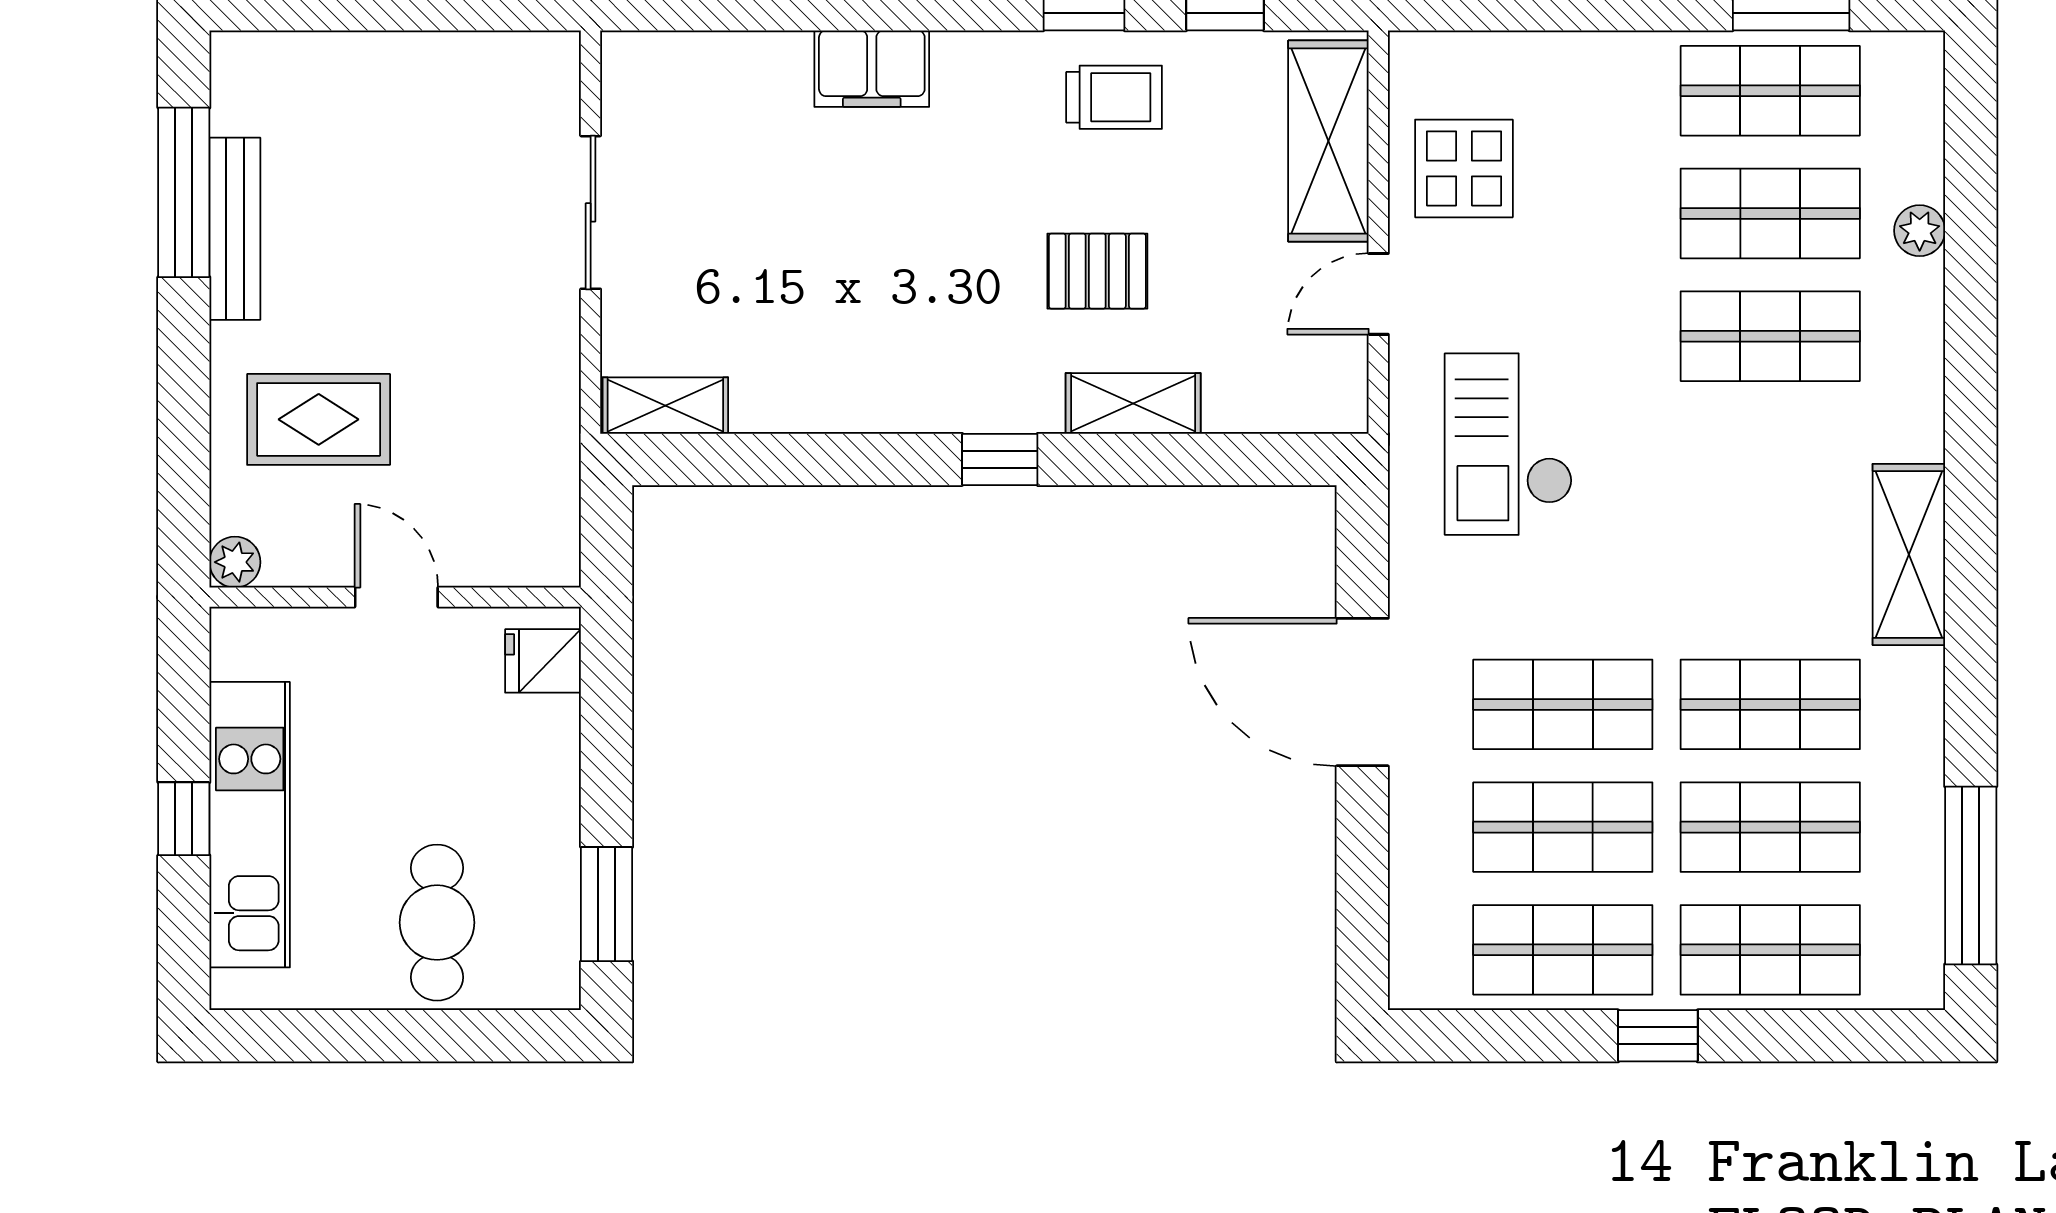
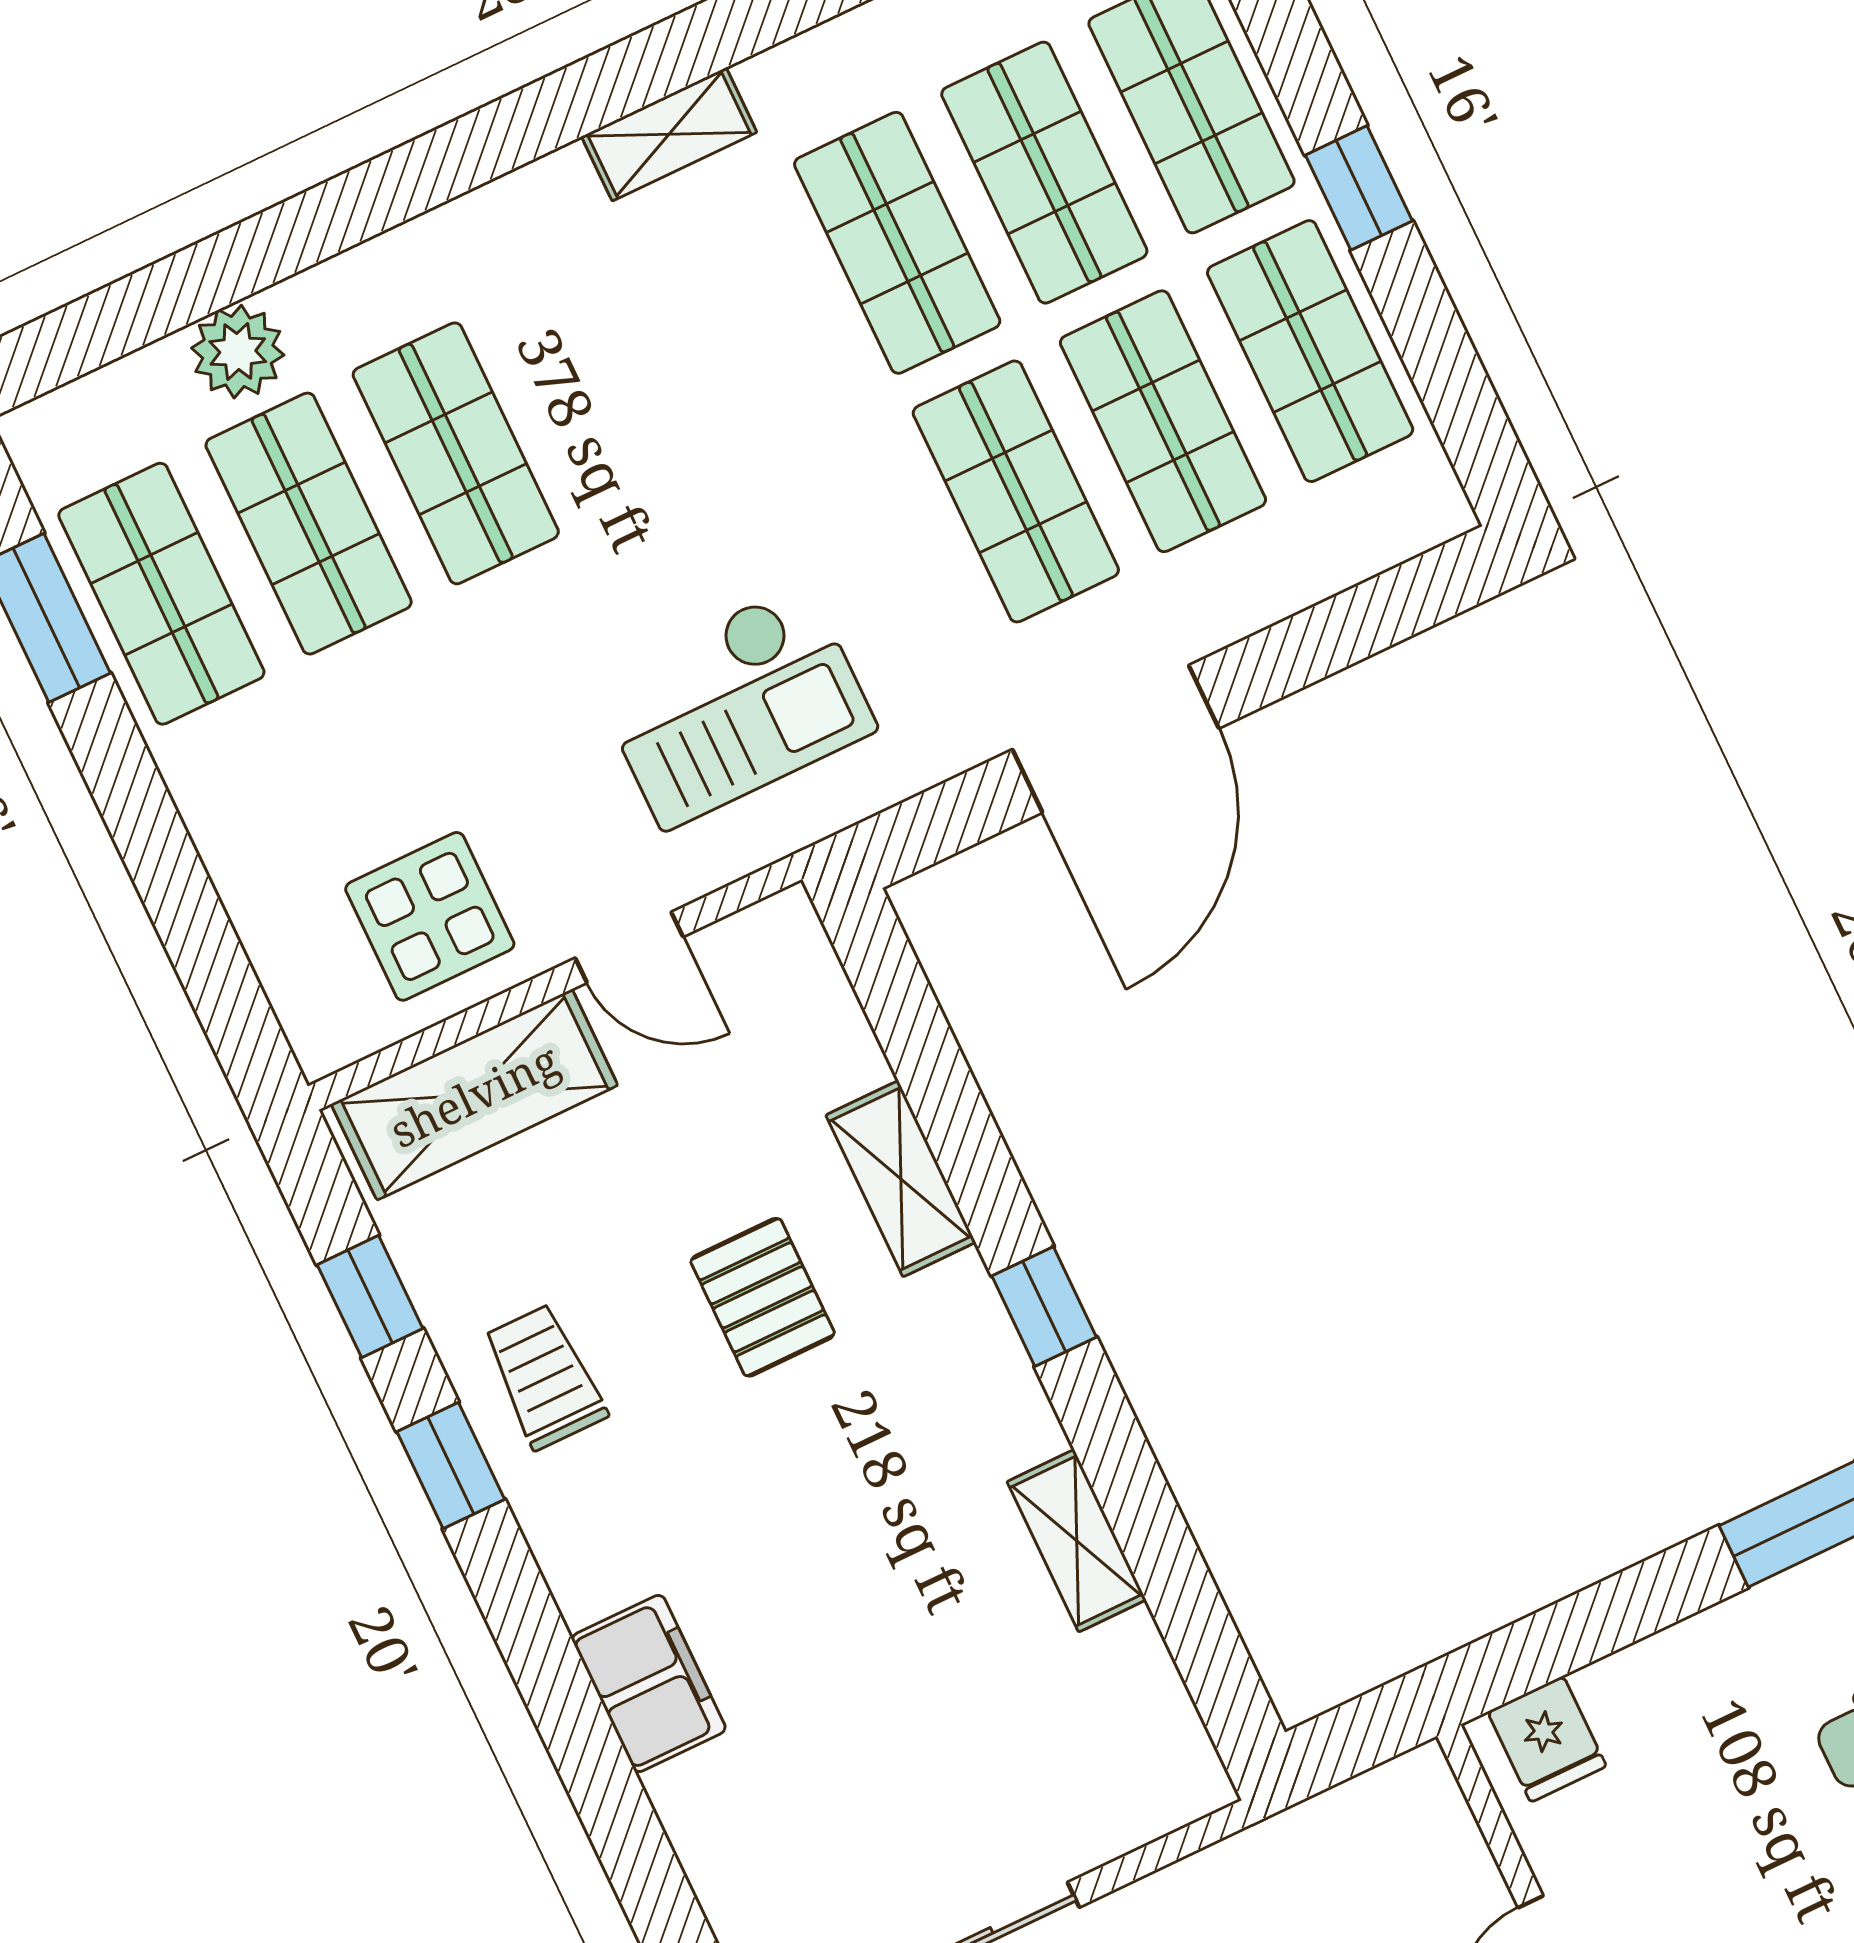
plant: (1920, 231) -> (238, 352), width x1.38, depth x1.38
shelving: (665, 406) -> (1077, 1541), moved
shelving: (1909, 554) -> (669, 134), width x0.67, depth x0.75

